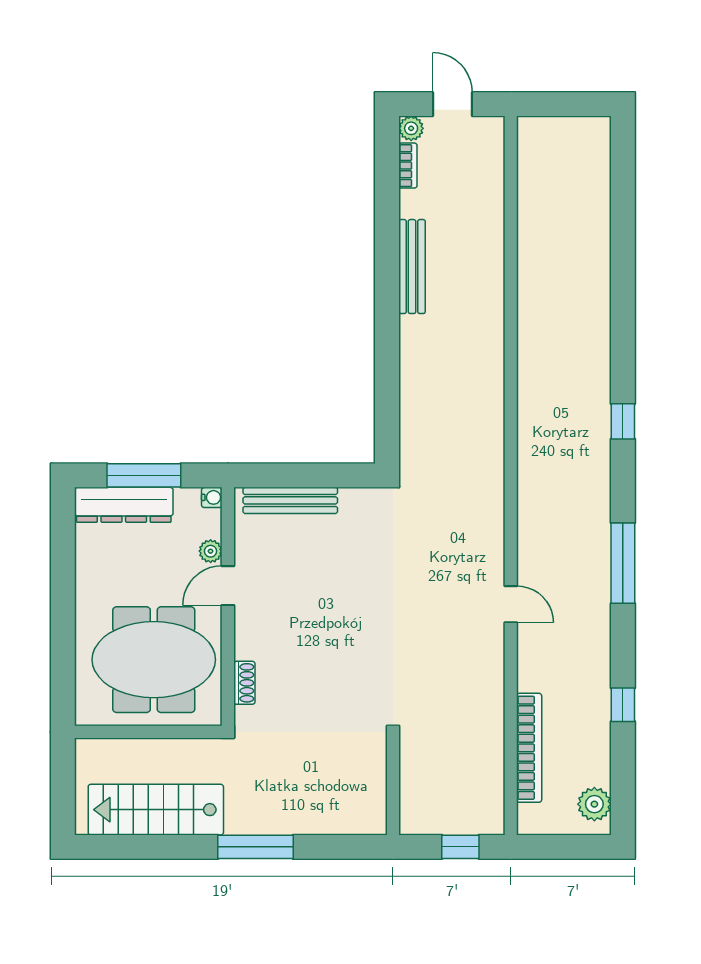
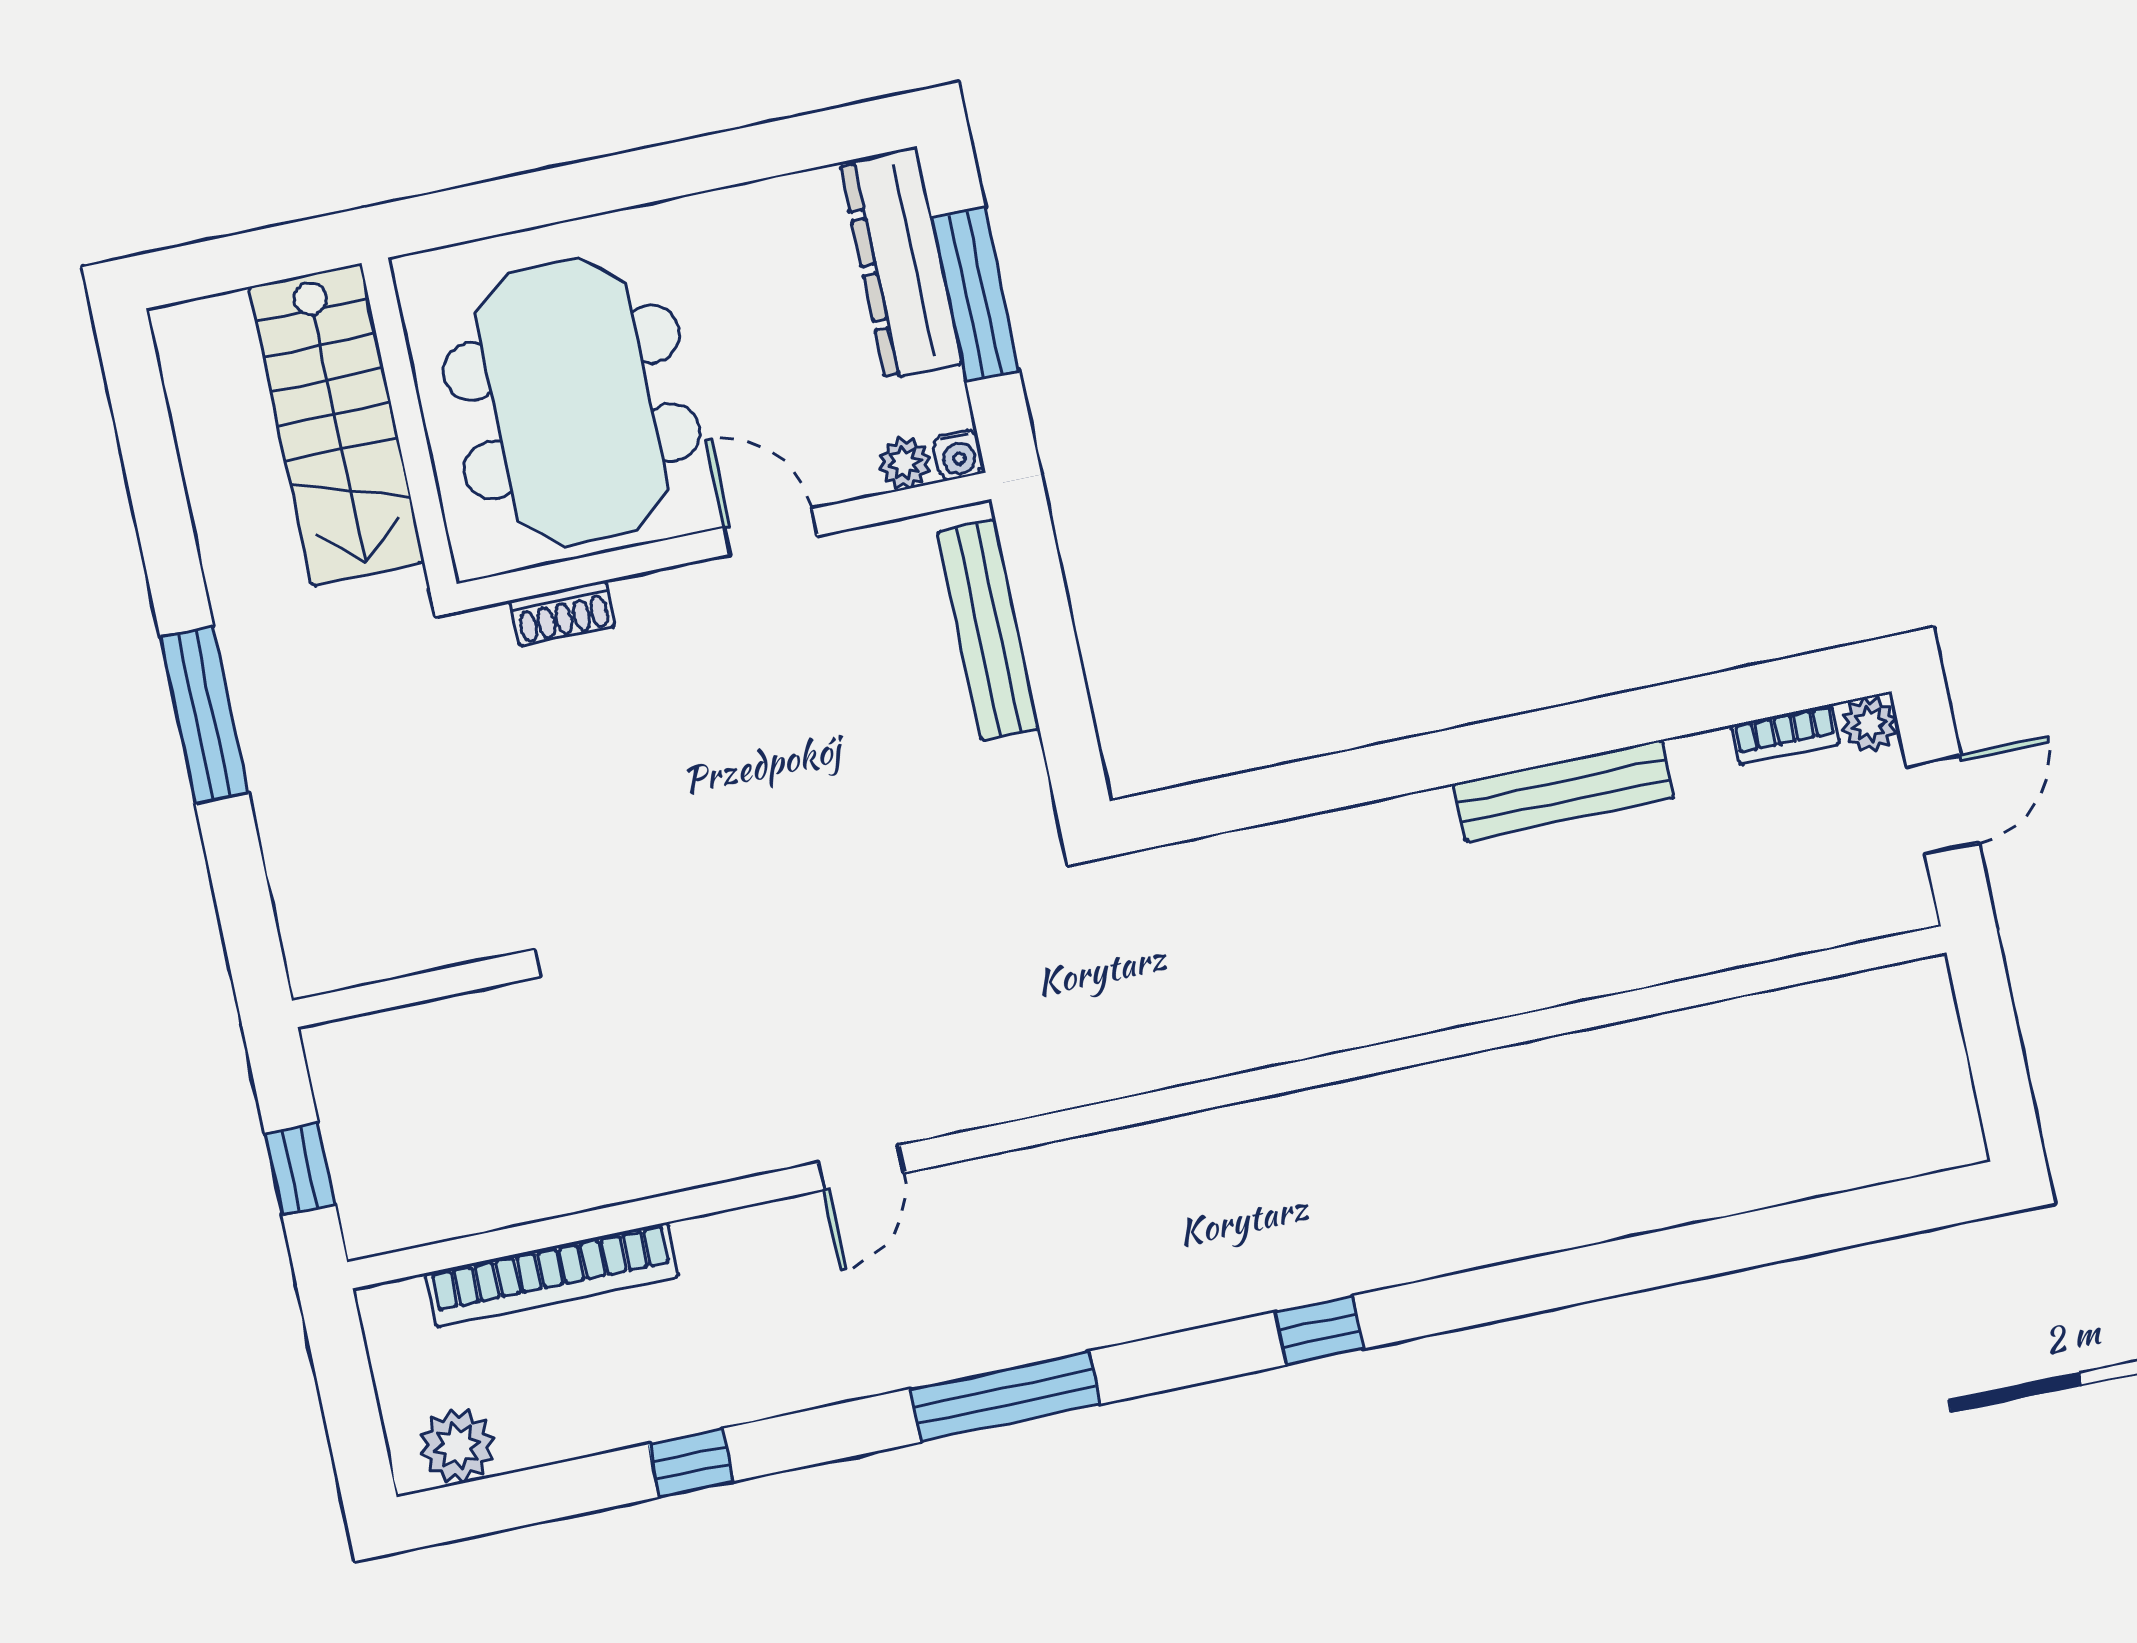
plant: (211, 551) -> (905, 463), moved
stairs: (156, 810) -> (337, 424), moved, turned 180

